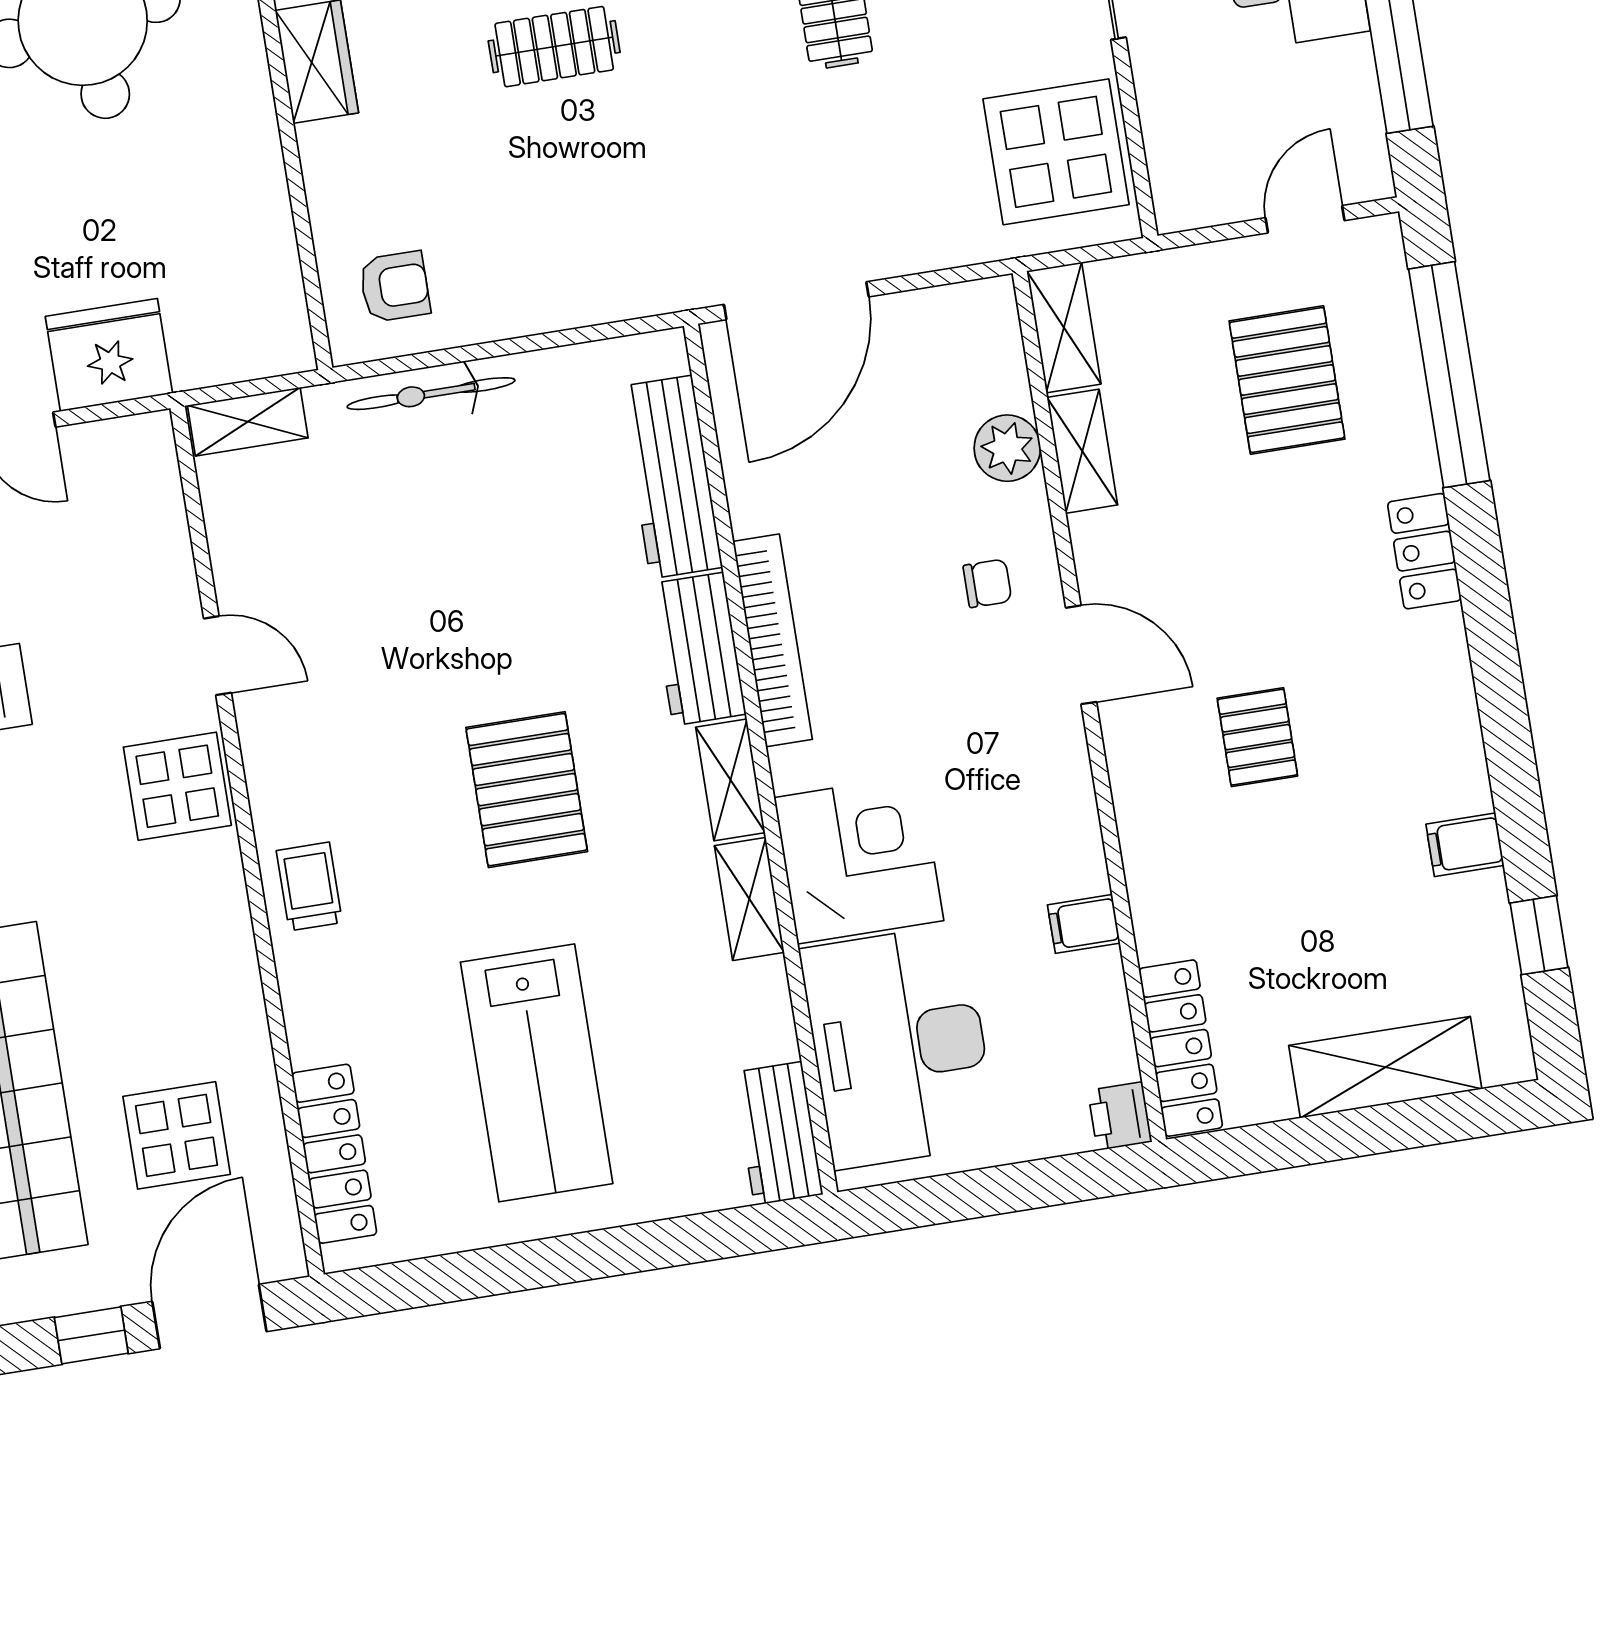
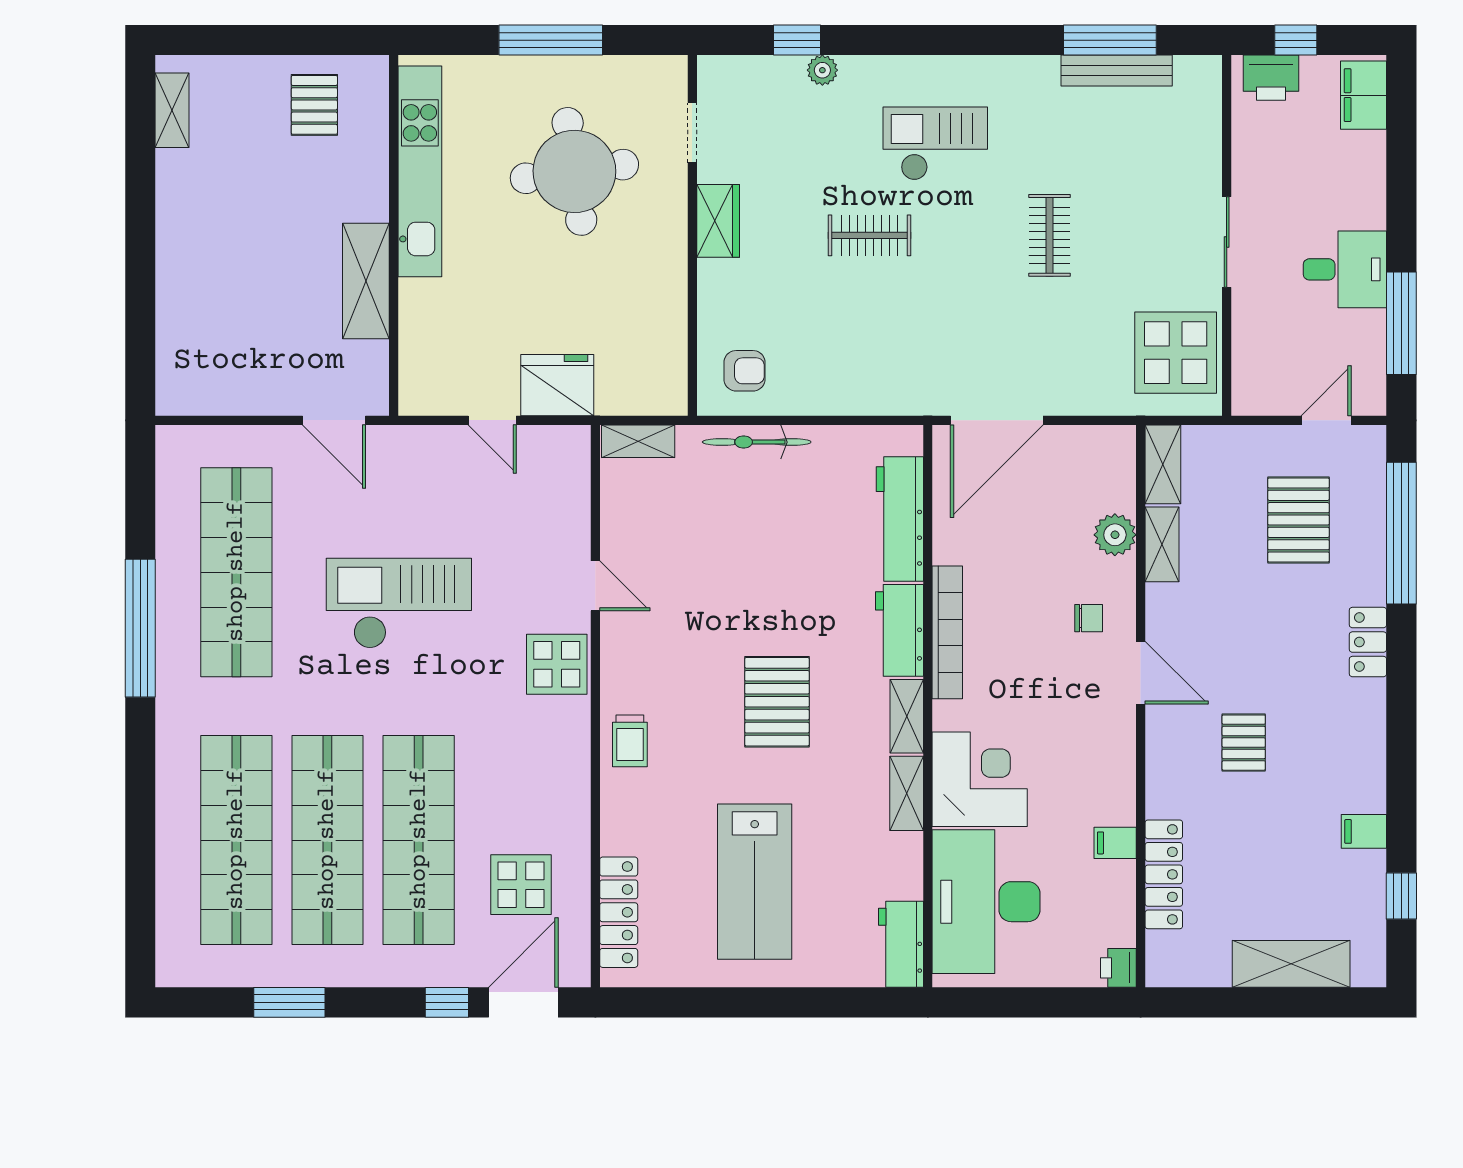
trolley: (309, 886) -> (630, 741), turned 180
locker: (1181, 1048) -> (1164, 874), moved

